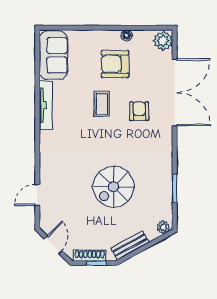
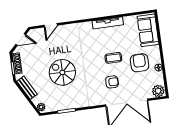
sofa: (53, 55) -> (148, 30), moved, turned 90
door: (37, 195) -> (51, 25), swing flipped

